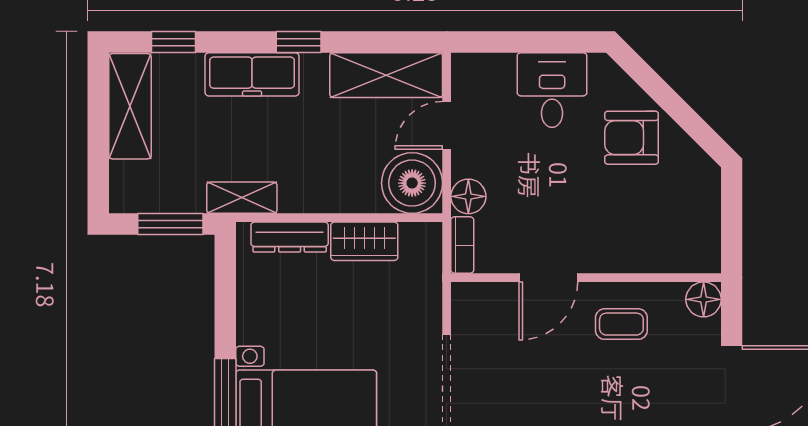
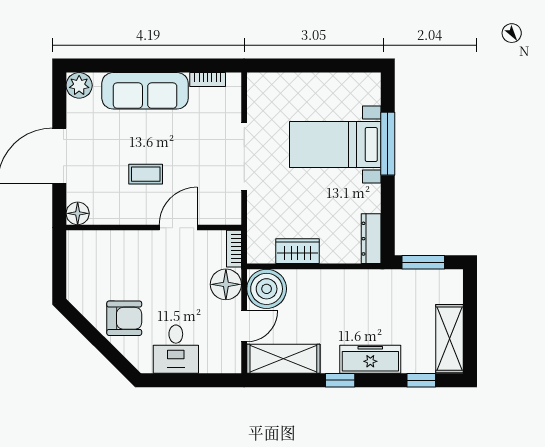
floor lamp: (468, 196) -> (226, 284), width x1.38, depth x1.38
shelving: (242, 198) -> (377, 279), removed
dresser: (290, 237) -> (371, 239), moved, turned -90
coffee table: (621, 324) -> (146, 174), moved

